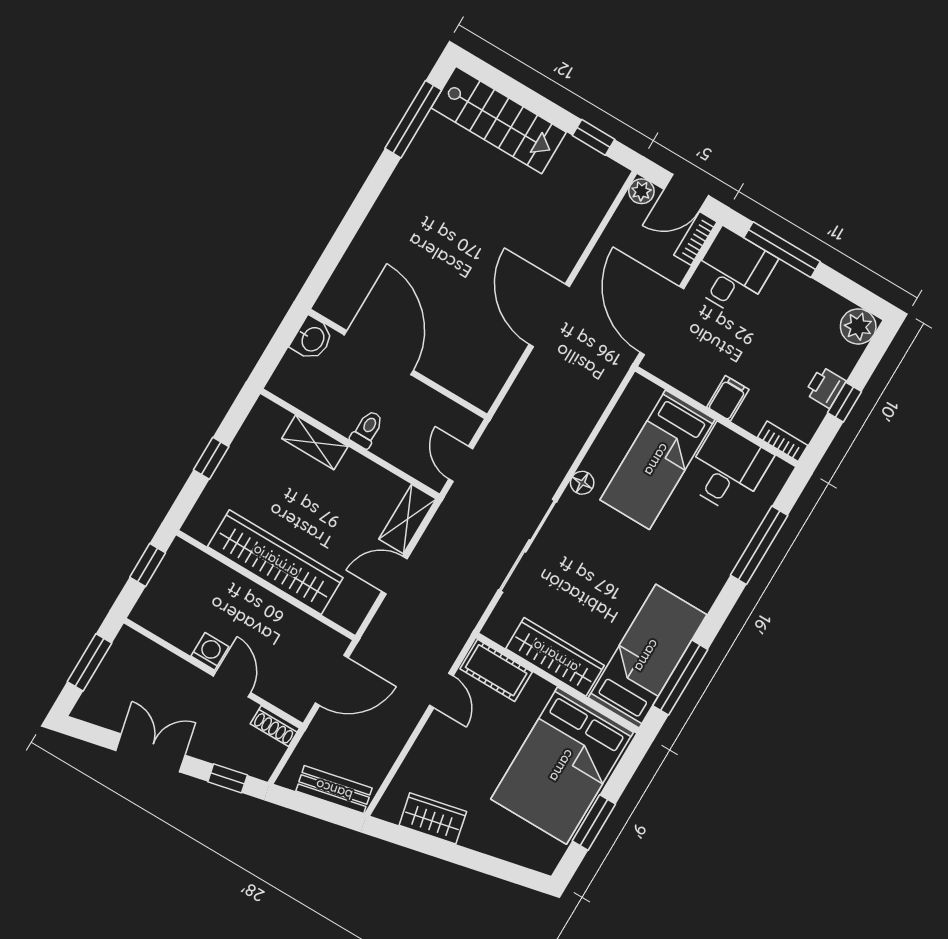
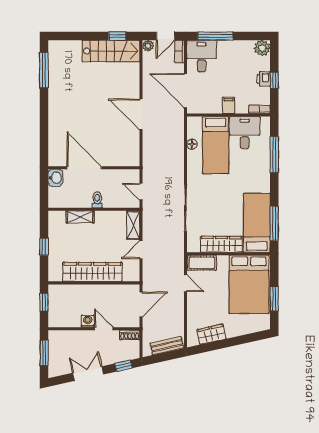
stairs: (499, 120) -> (111, 51), moved
floor lamp: (582, 483) -> (192, 144), moved

